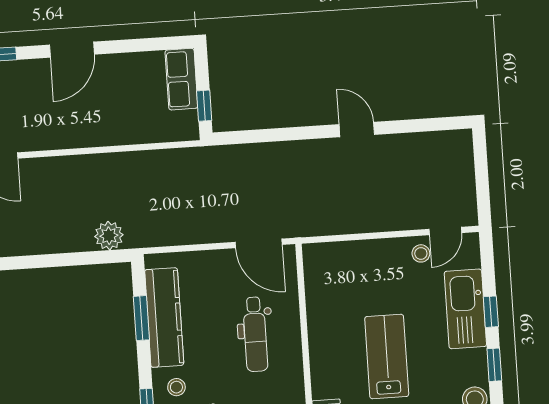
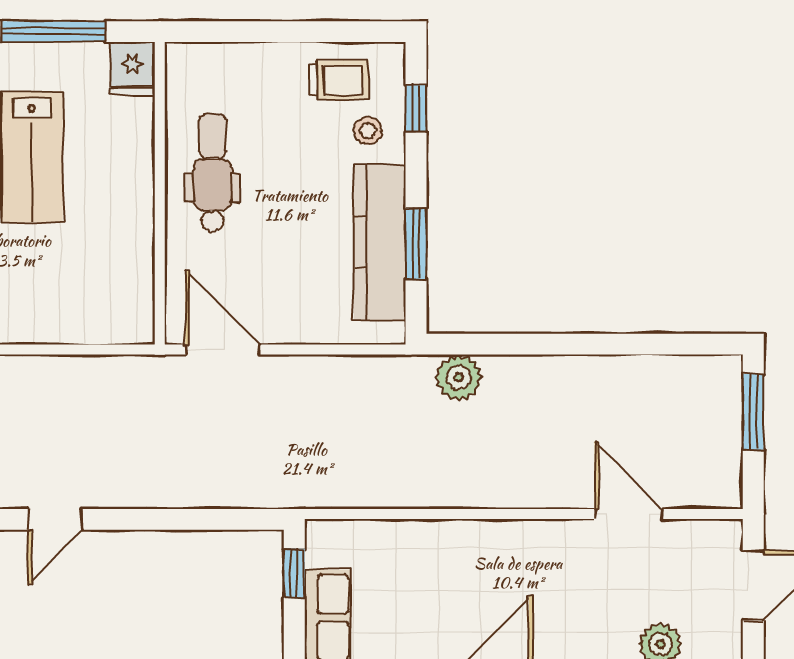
door: (357, 130) -> (55, 519), hinge flipped
dental chair: (255, 334) -> (212, 173), moved

